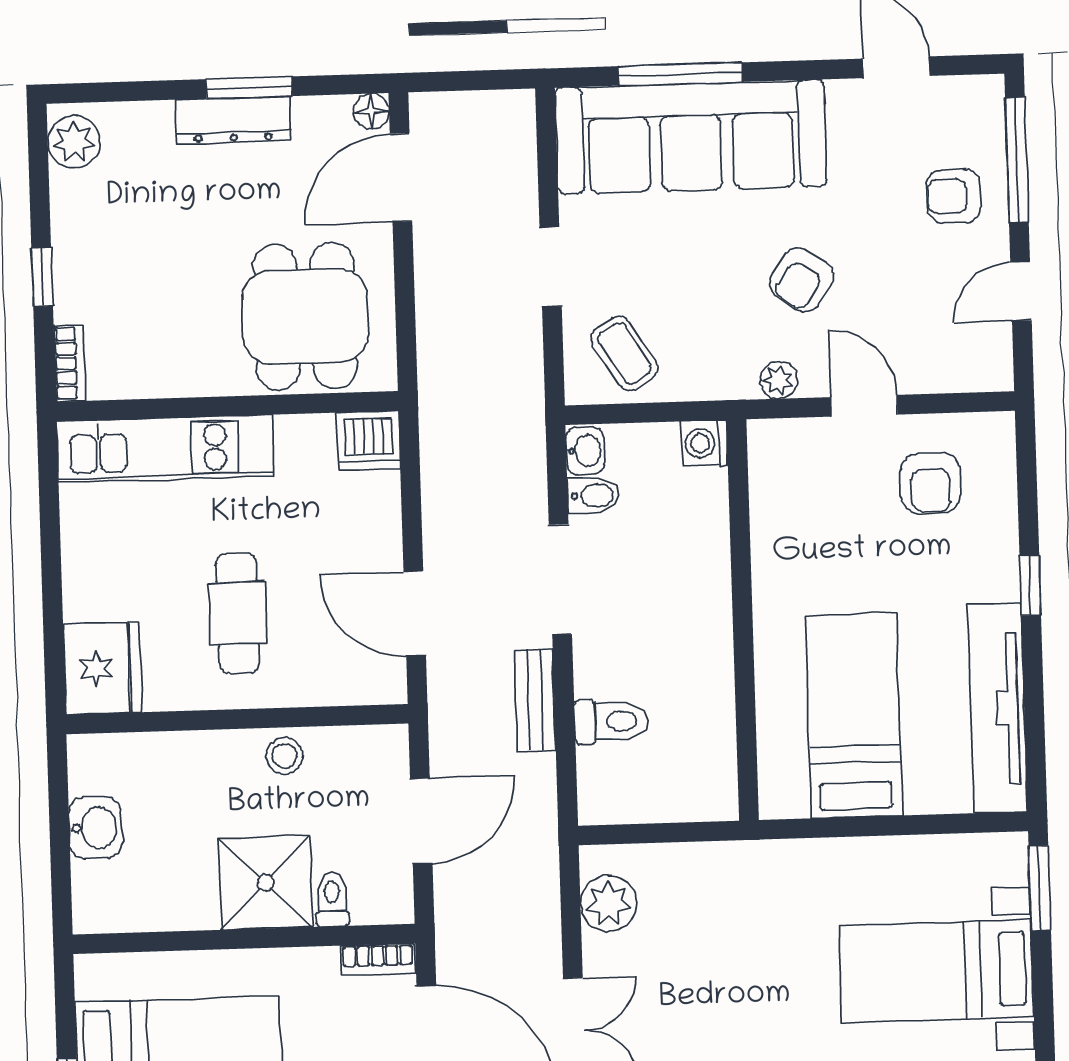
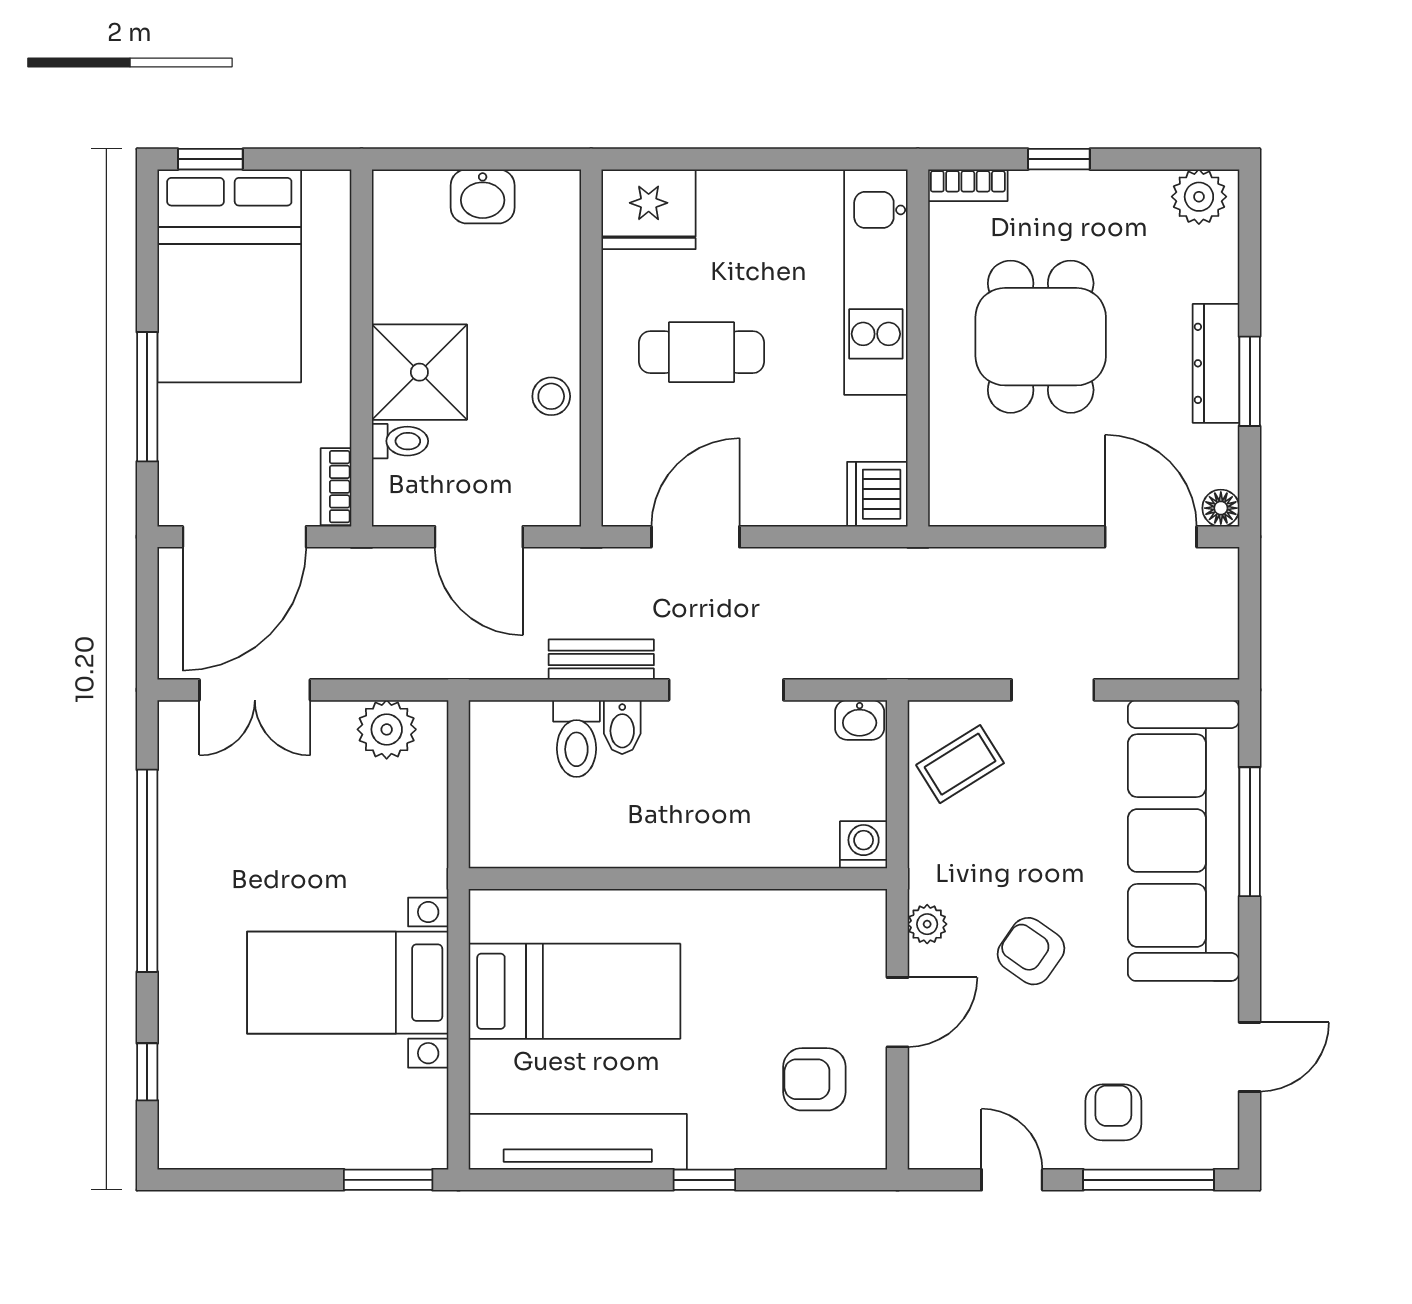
dining table: (305, 316) -> (1041, 337), moved, turned 90
bidet: (593, 496) -> (622, 727), moved
bed with nightstands: (936, 971) -> (348, 983), moved, turned -90

